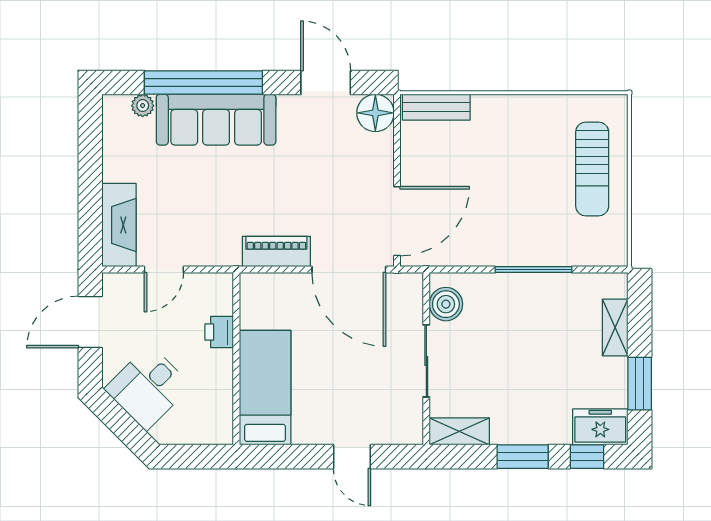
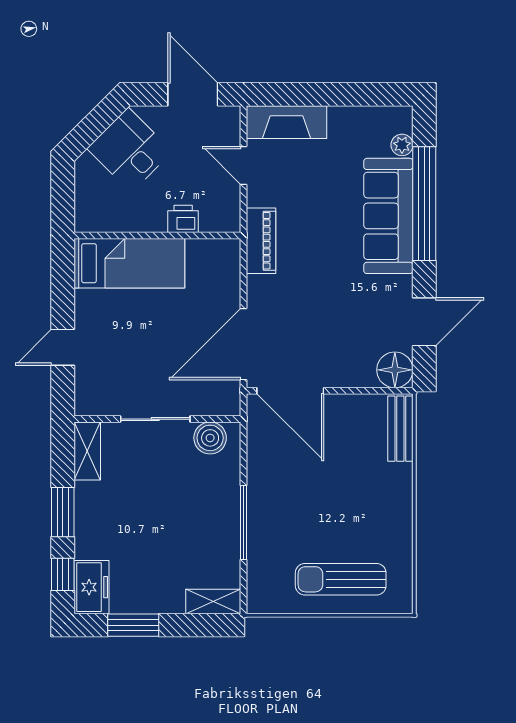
piano: (276, 251) -> (261, 241), moved
shelving: (615, 327) -> (213, 602), moved

